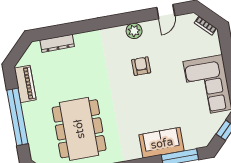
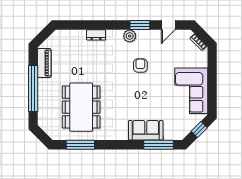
window: (132, 18) -> (140, 25), added
plant: (134, 31) -> (130, 36), moved
dresser: (57, 43) -> (96, 35), moved, width x0.70

